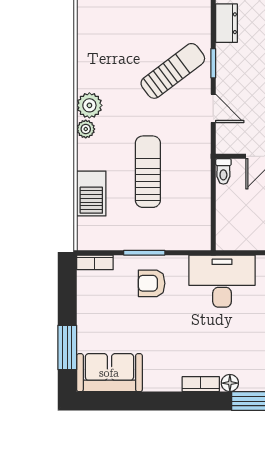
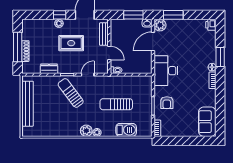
window: (67, 347) -> (196, 141), removed

